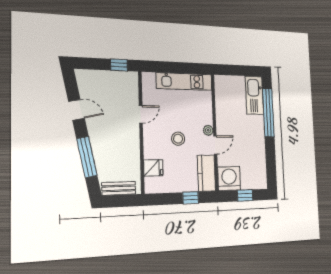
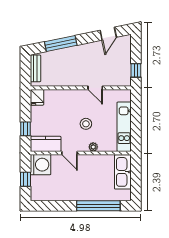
kitchen sink: (254, 95) -> (123, 172), moved, turned -90
door: (76, 110) -> (108, 34), moved
plant: (208, 130) -> (93, 147), moved
stool: (178, 139) -> (86, 124), moved
fridge: (153, 168) -> (37, 97), moved

